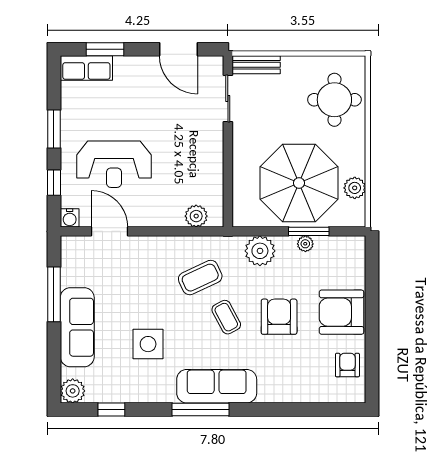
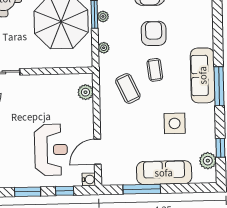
plant: (260, 251) -> (104, 48), width x0.53, depth x0.53
coffee table: (226, 317) -> (155, 70), turned -69
armchair: (279, 317) -> (154, 33), turned 90
plant: (73, 391) -> (208, 161), moved

